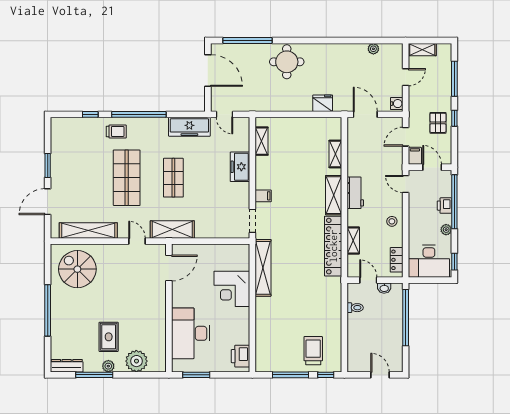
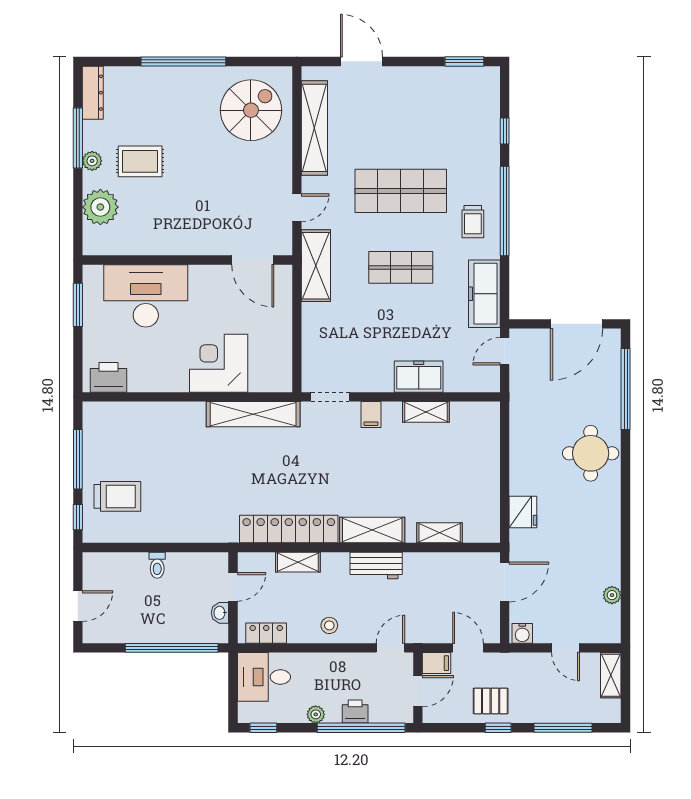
trolley: (116, 131) -> (473, 222), moved
shelving: (262, 141) -> (426, 412), moved
window: (48, 166) -> (464, 61), moved
desk: (429, 261) -> (264, 677), width x0.73
toilet: (355, 308) -> (157, 565), moved

